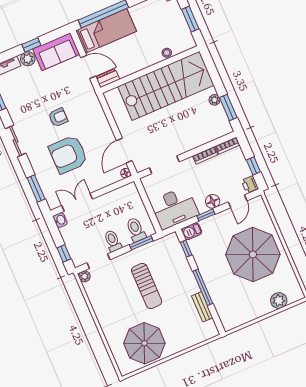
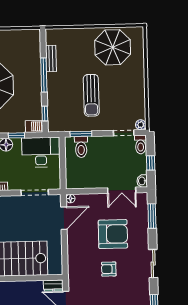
toilet: (113, 241) -> (141, 144), moved
window: (64, 253) -> (151, 163), moved
sun lounger: (147, 286) -> (91, 95), turned 180

